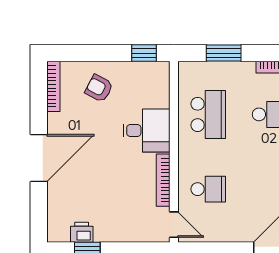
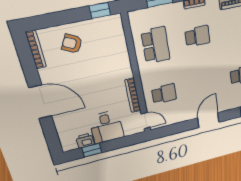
desk: (146, 130) -> (106, 127), moved, turned 90
door: (39, 158) -> (40, 102), hinge flipped

